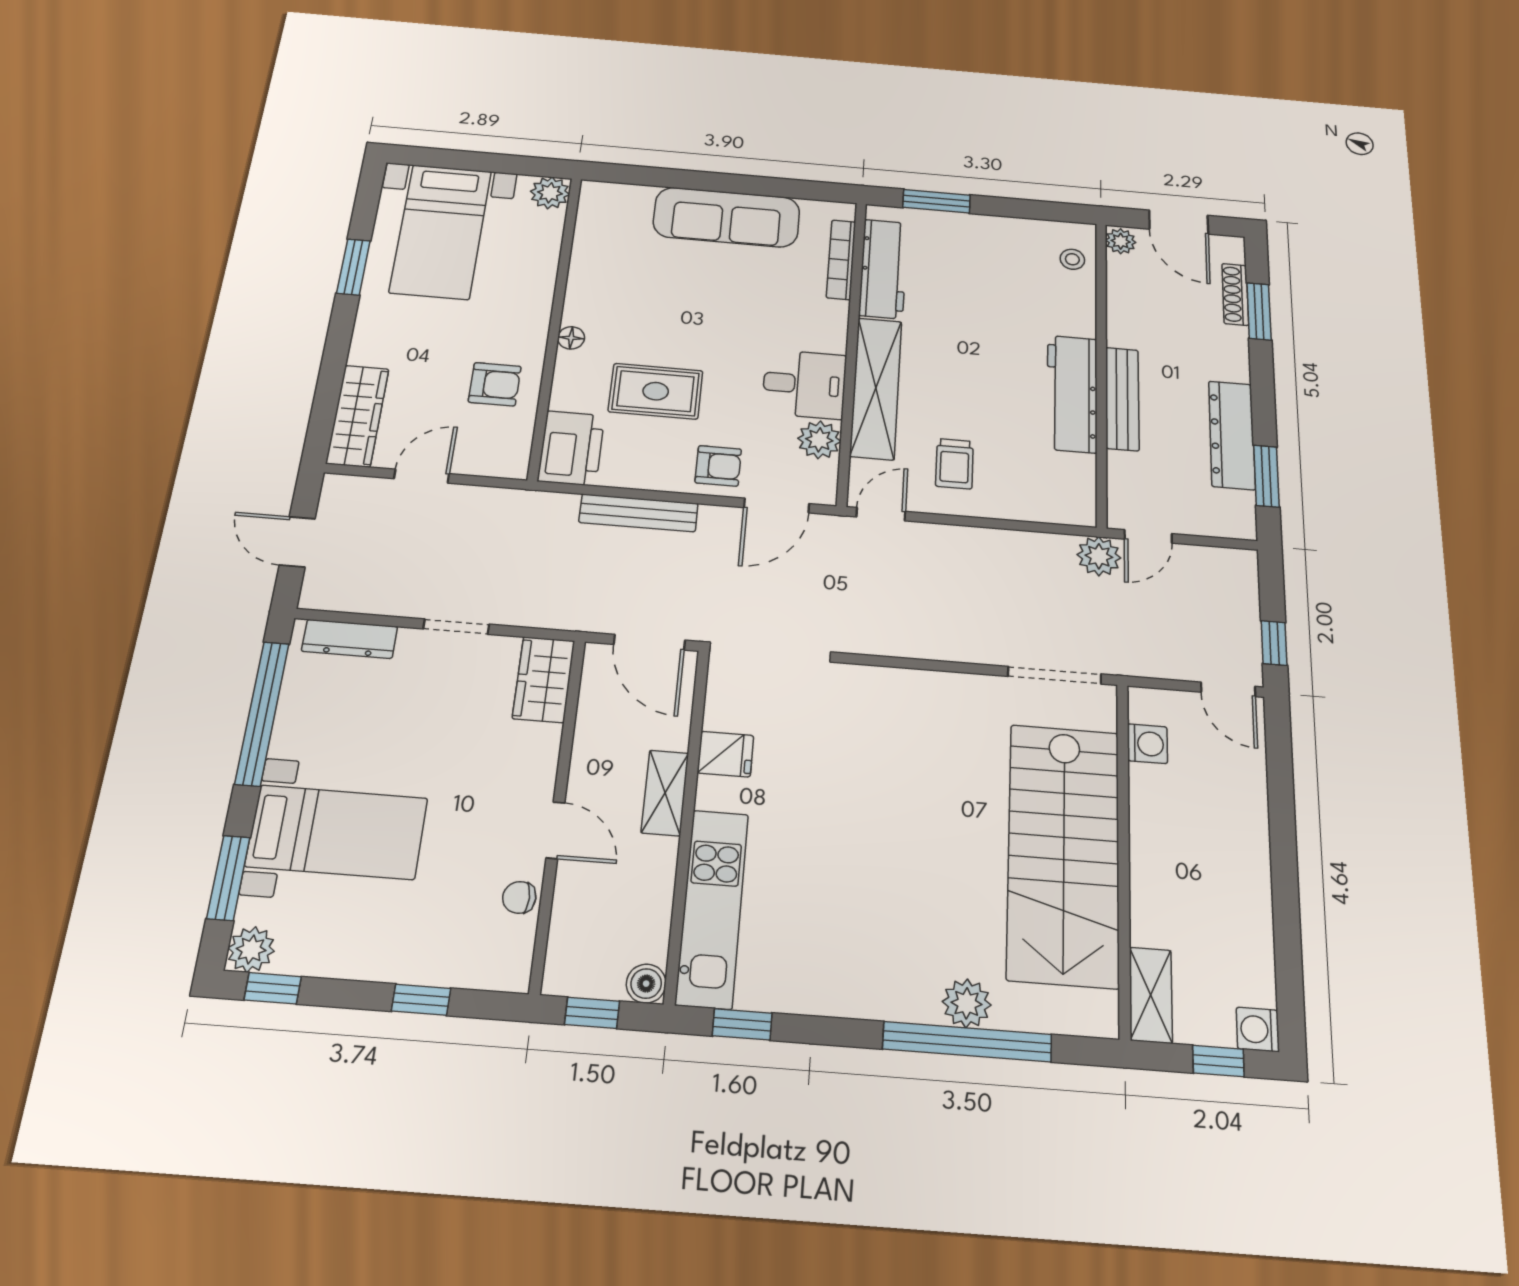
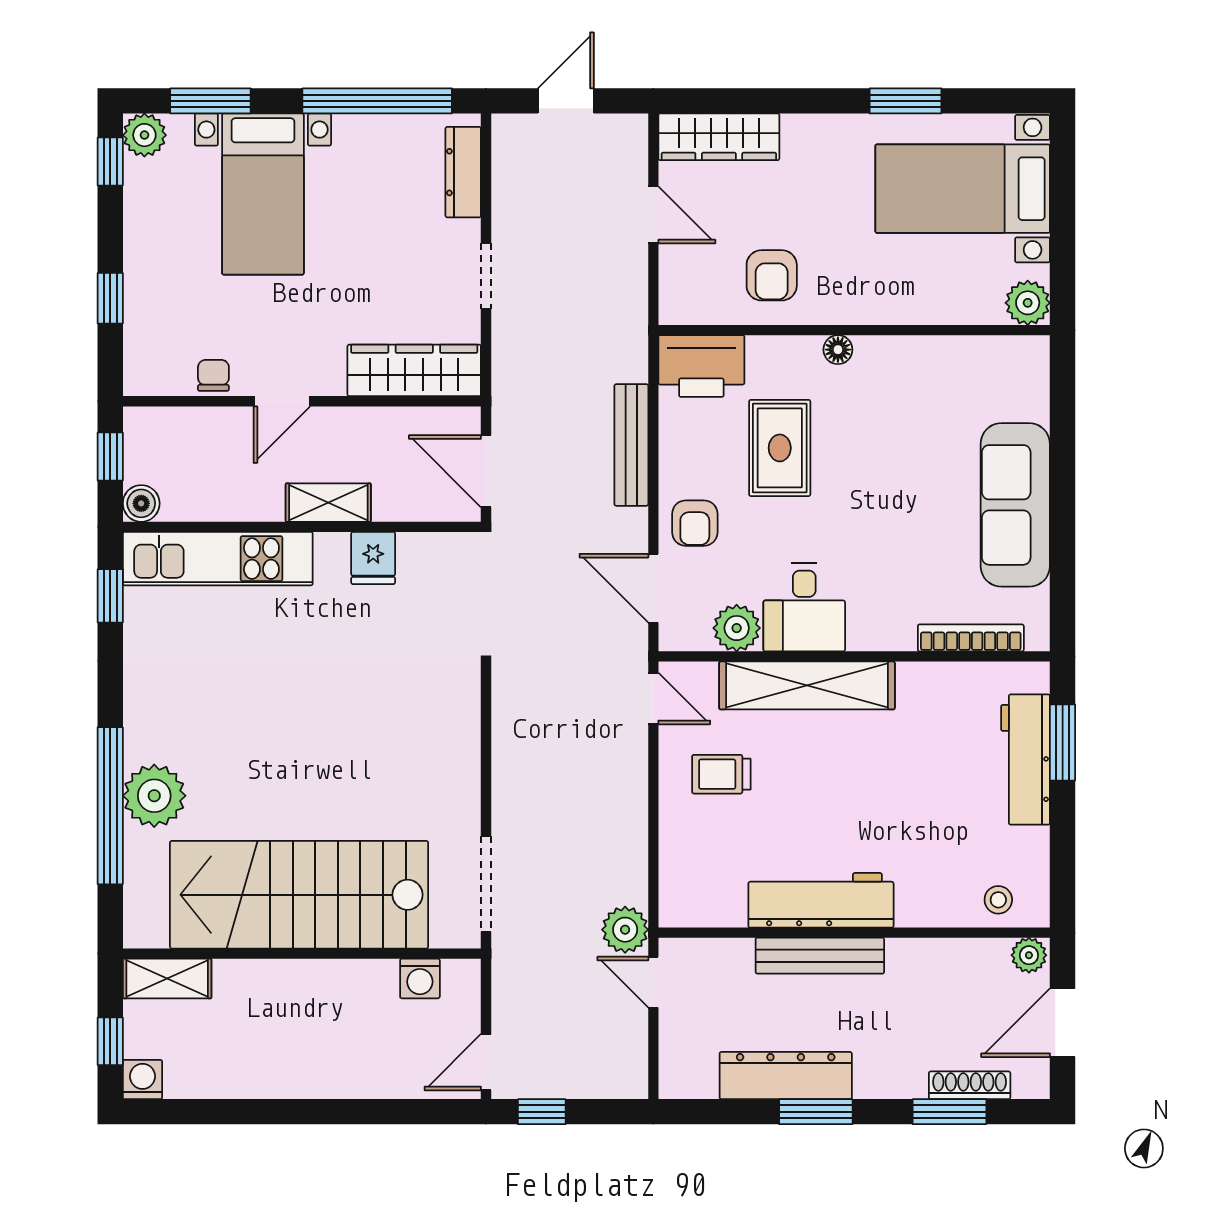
workbench: (883, 269) -> (1026, 760), moved, turned 90
window: (1266, 476) -> (816, 1112), moved
door: (649, 642) -> (486, 471), hinge flipped
wardrobe: (544, 679) -> (414, 370), width x1.50
plant: (967, 1003) -> (154, 796), width x1.36, depth x1.36

